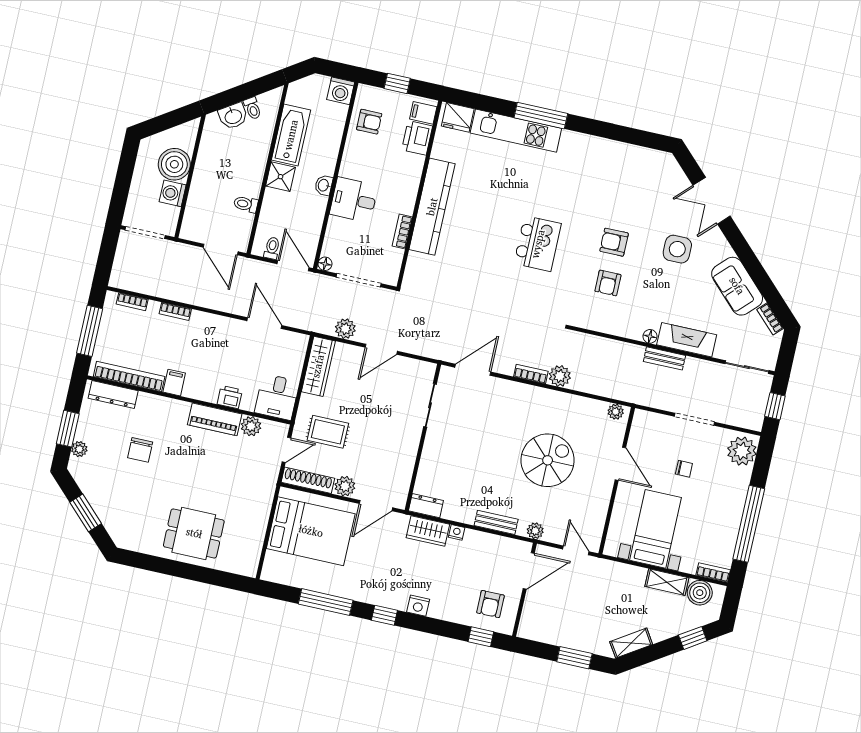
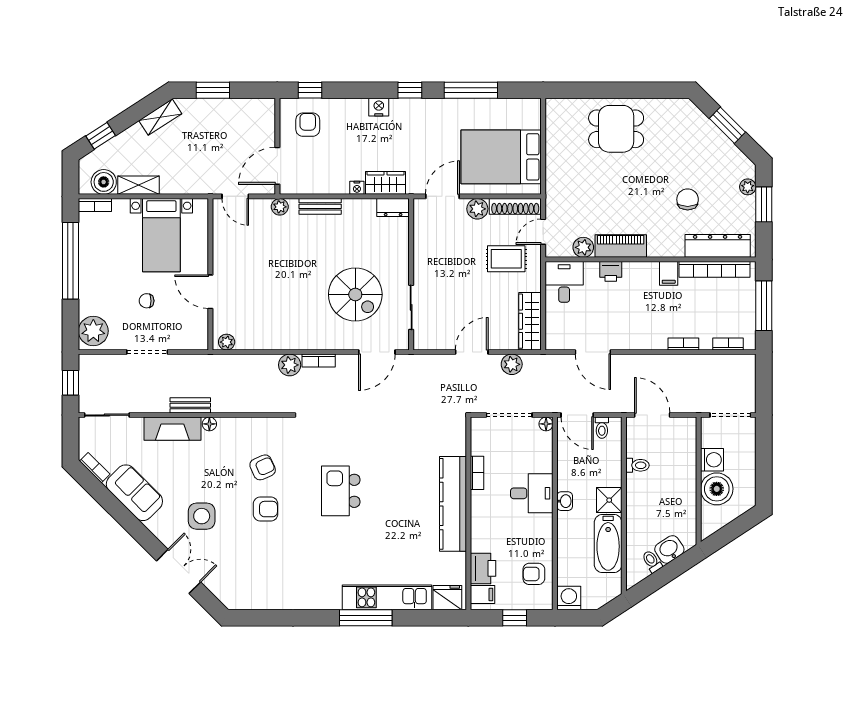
armchair: (608, 283) -> (263, 467), turned 66
dresser: (113, 395) -> (718, 246), width x1.37, depth x1.24
spiral stairs: (548, 460) -> (355, 294), moved, turned -90

